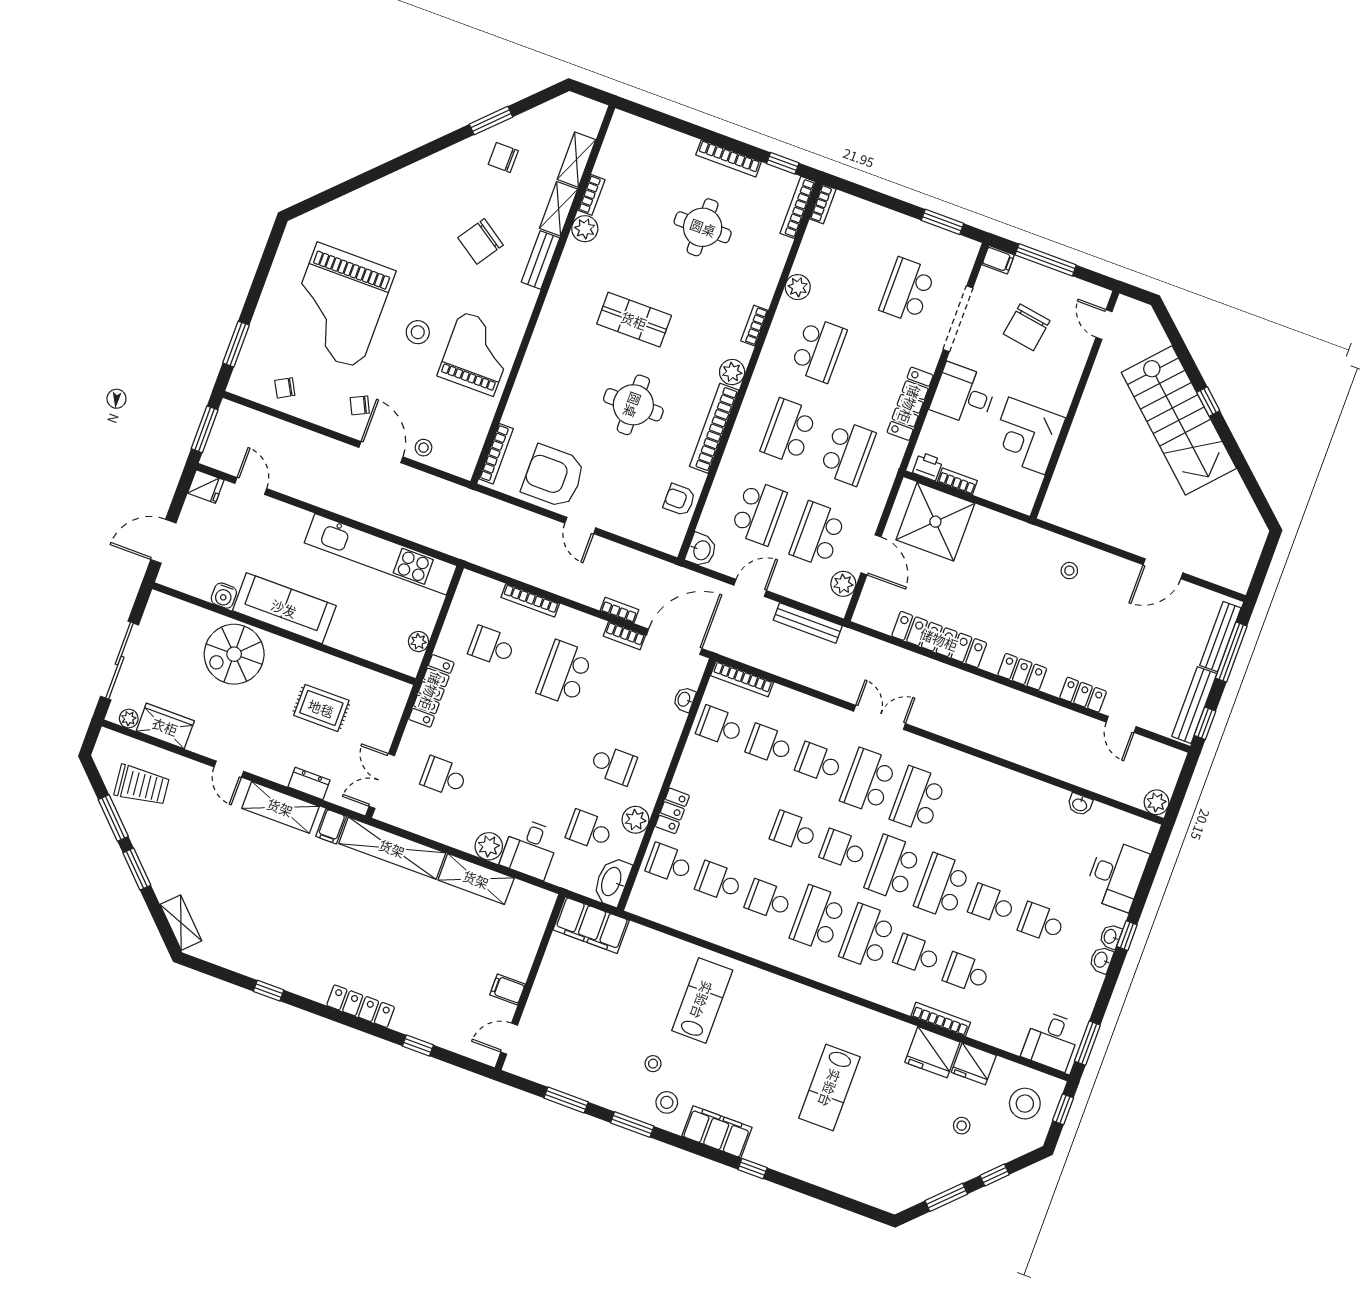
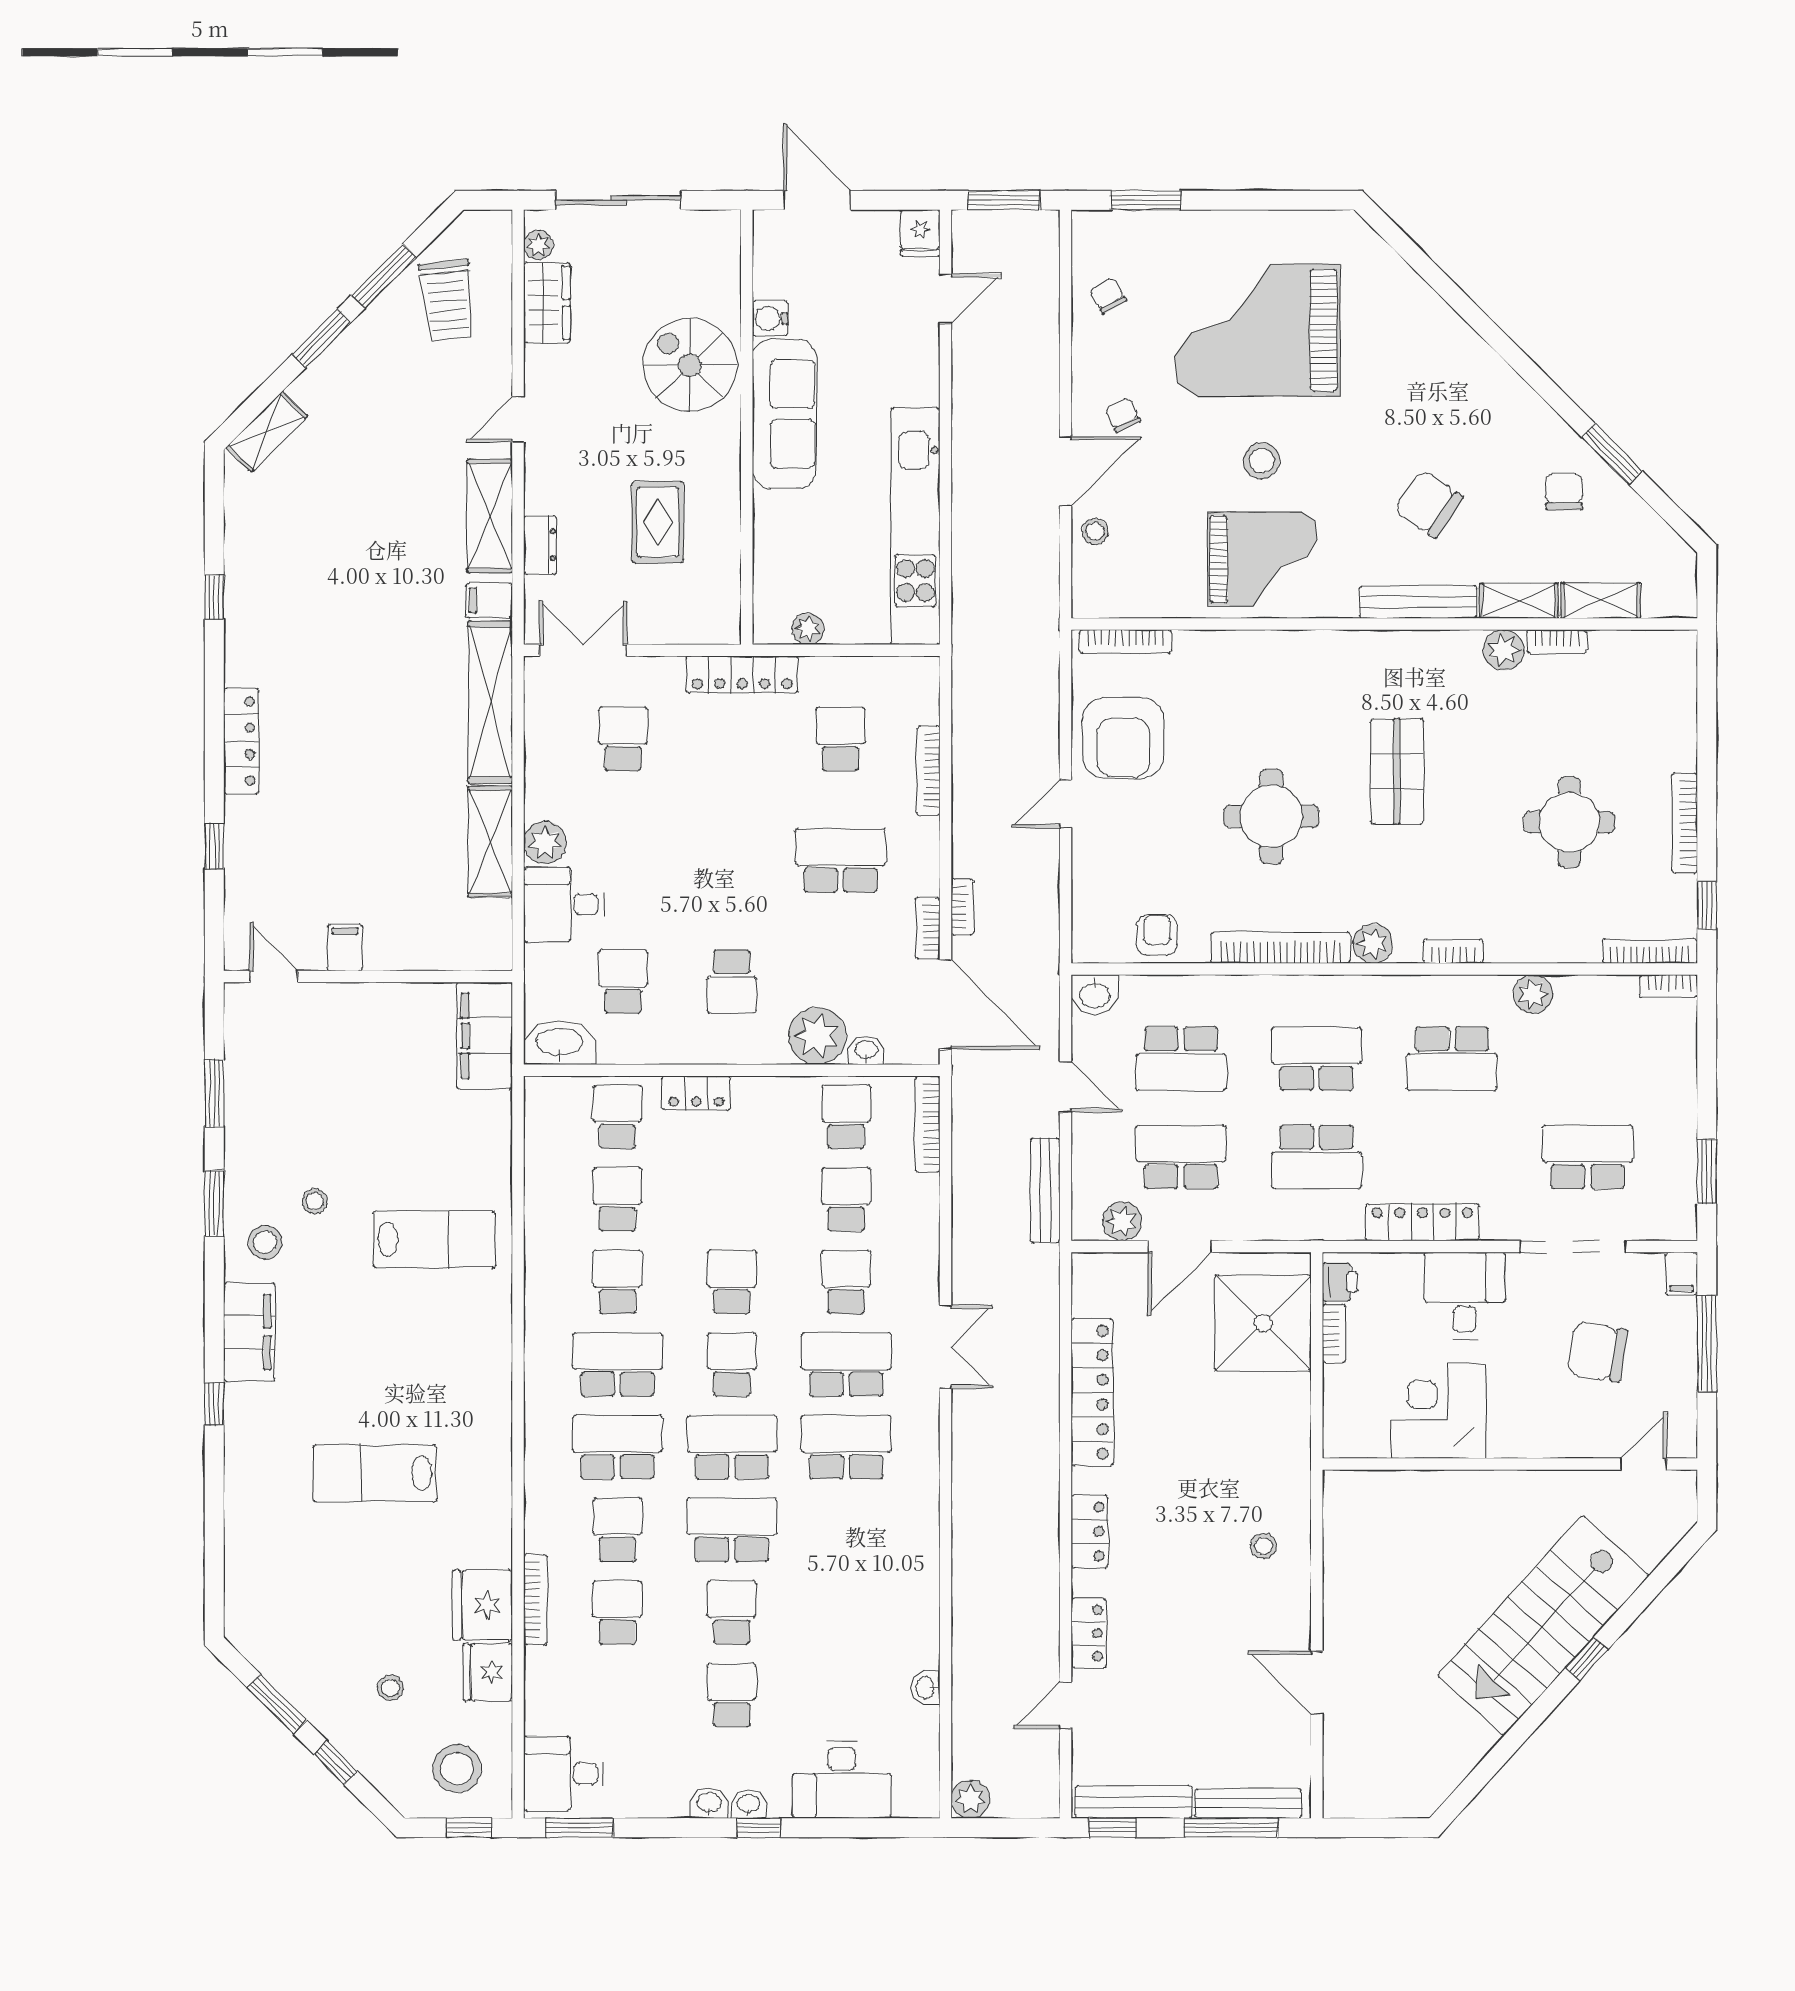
bench: (541, 260) -> (1418, 602), width x1.36
armchair: (553, 476) -> (1123, 738), turned 180
plant: (635, 820) -> (817, 1036), moved, width x1.36, depth x1.36

